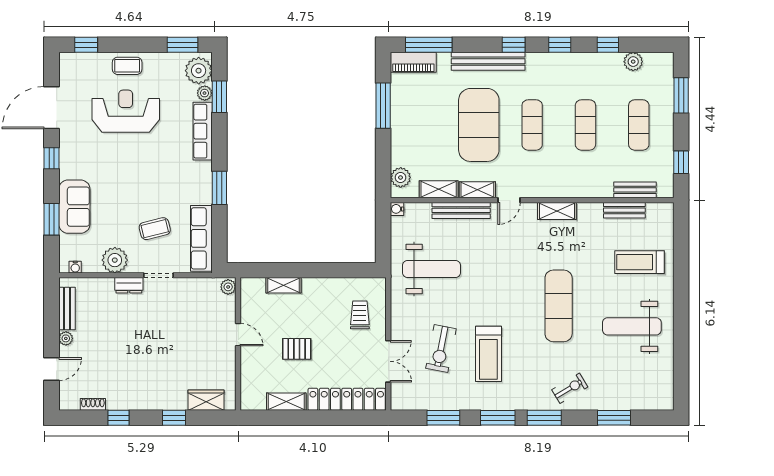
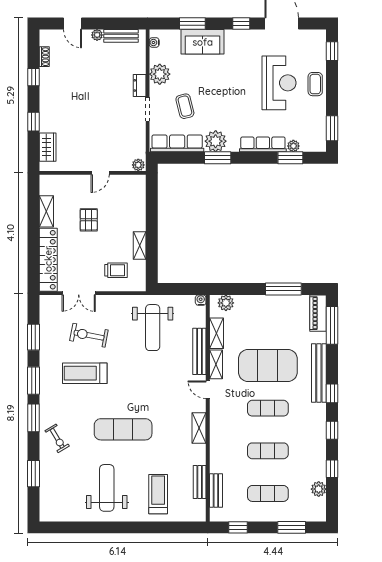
plant: (199, 71) -> (216, 141), moved
shelving: (283, 285) -> (140, 245), moved

